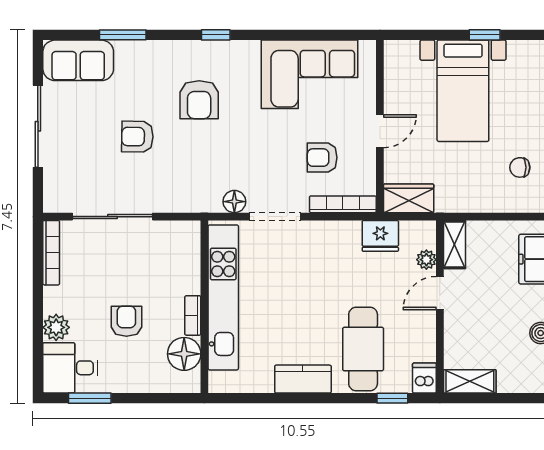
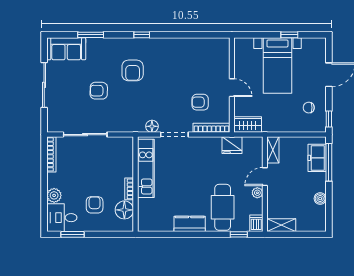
corner sofa: (310, 74) -> (193, 56), removed
door: (380, 131) -> (232, 88), hinge flipped
plant: (426, 260) -> (257, 193), moved
kitchen unit: (223, 297) -> (146, 168), width x0.73
armchair: (126, 321) -> (95, 205), moved

